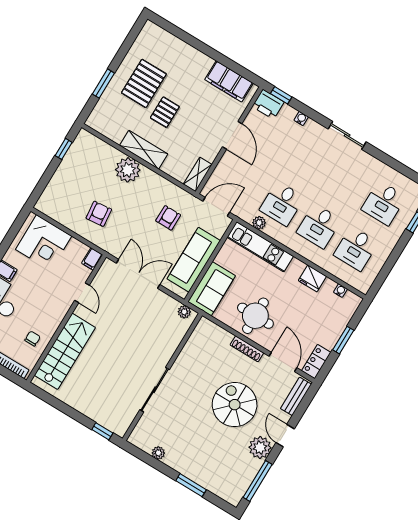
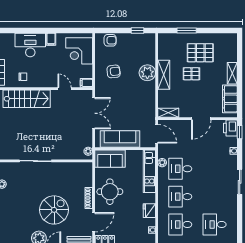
shelving: (197, 58) -> (232, 73), added
armchair: (168, 218) -> (110, 40), moved
door: (82, 293) -> (65, 89), swing flipped

